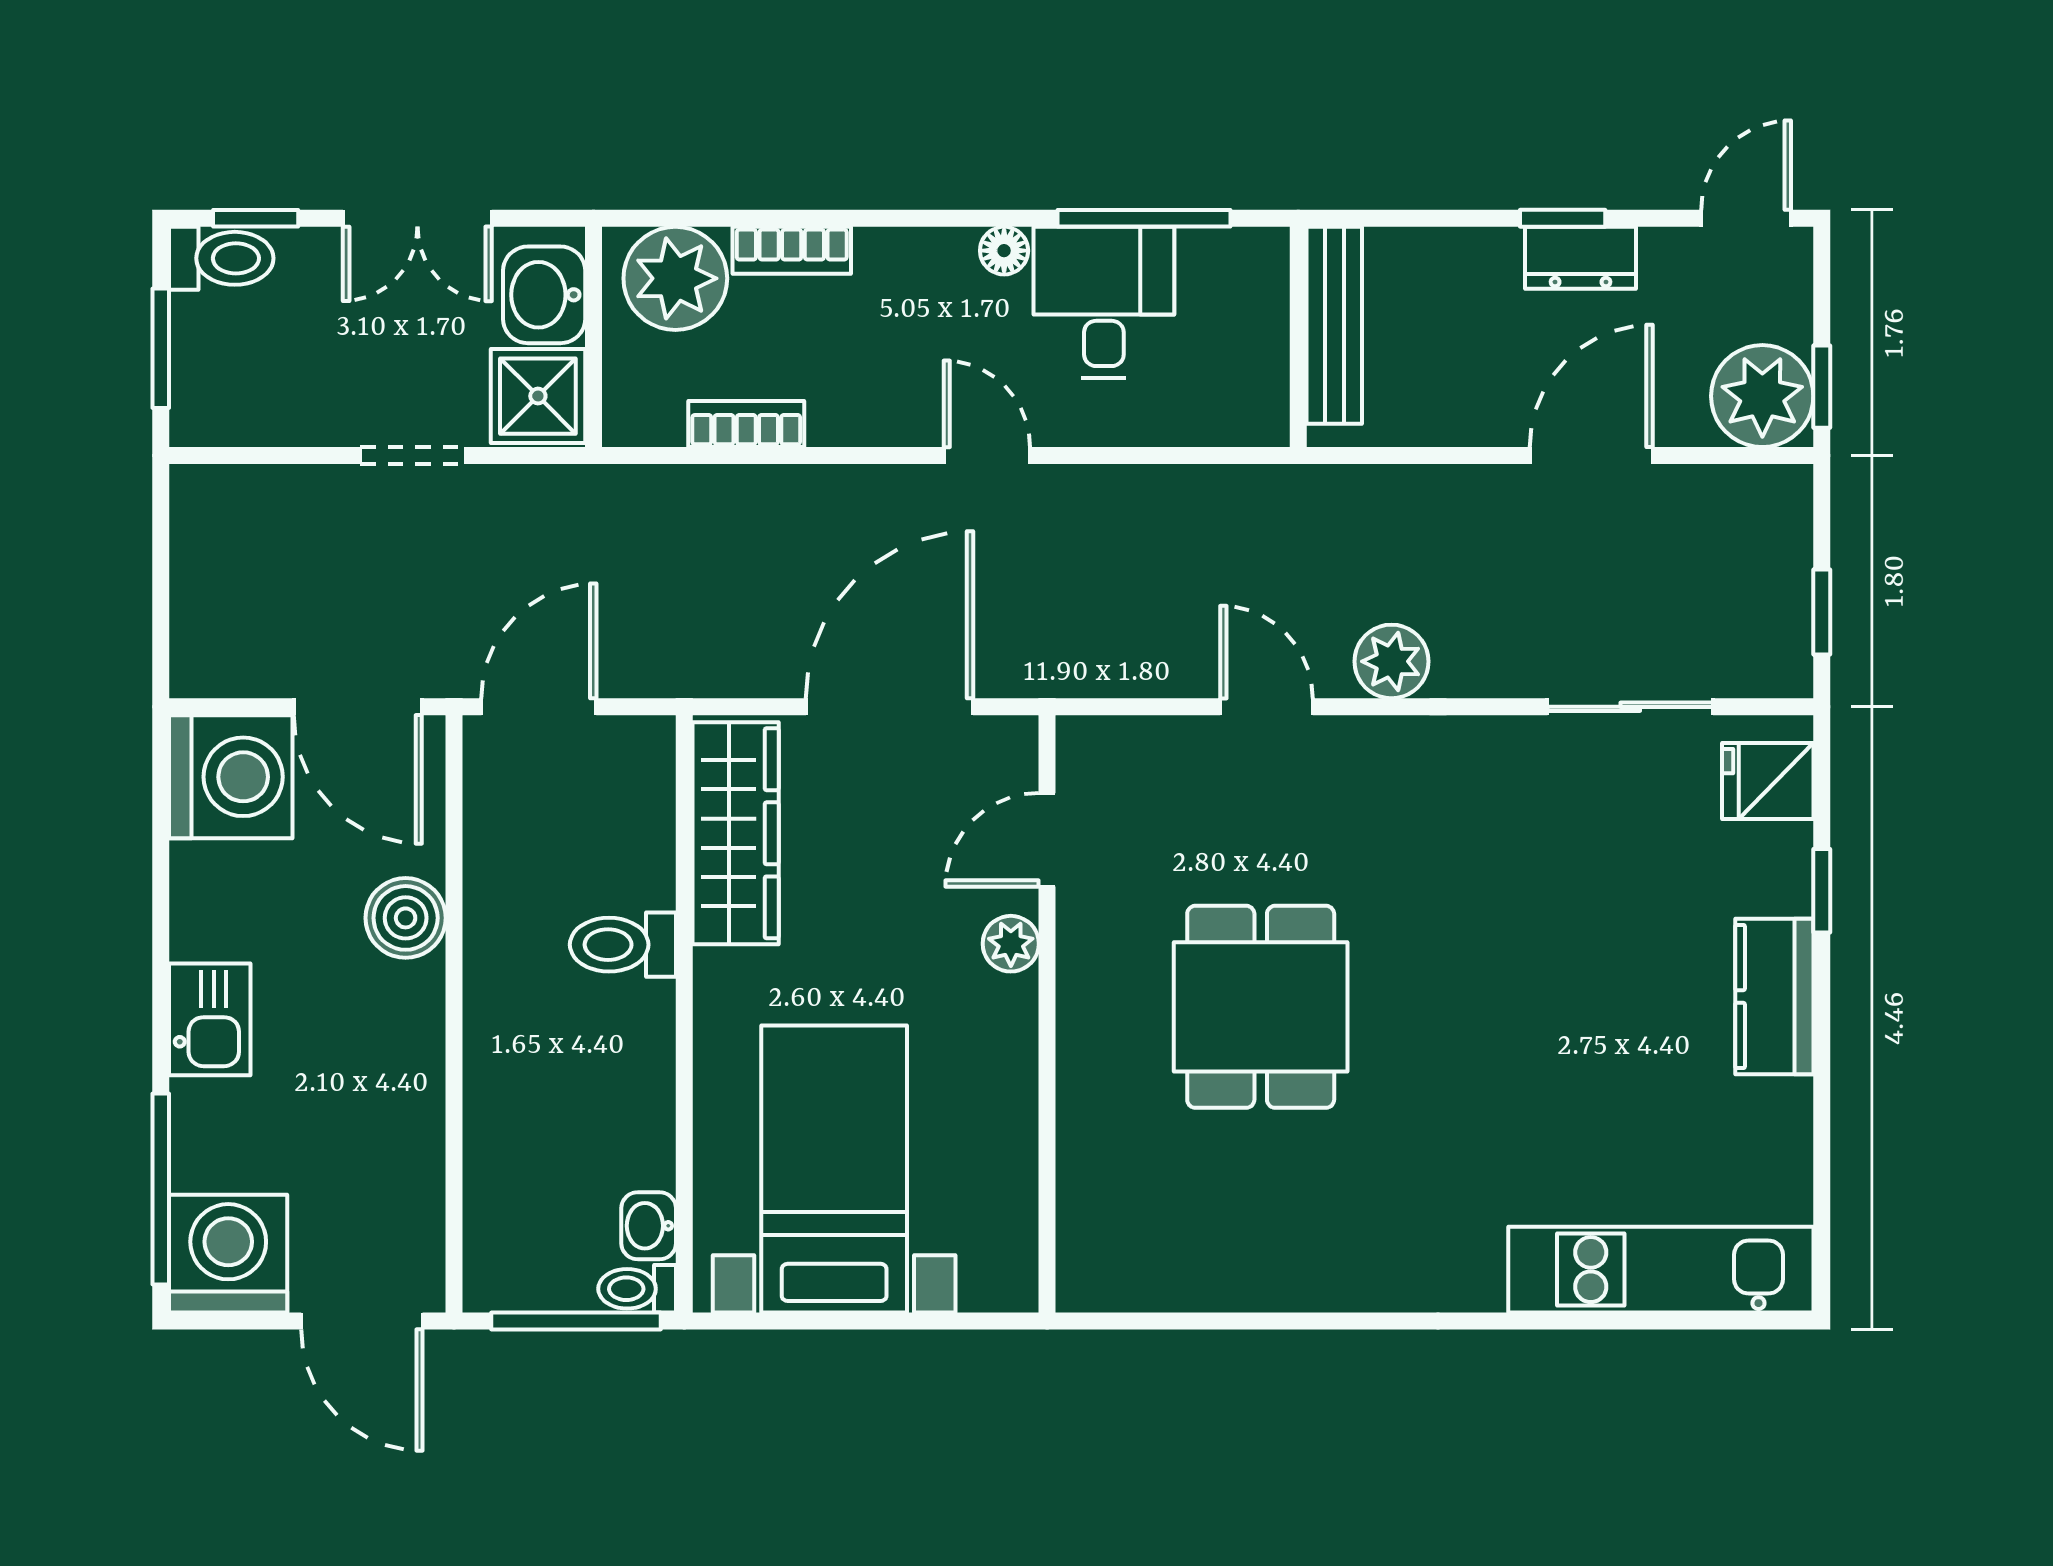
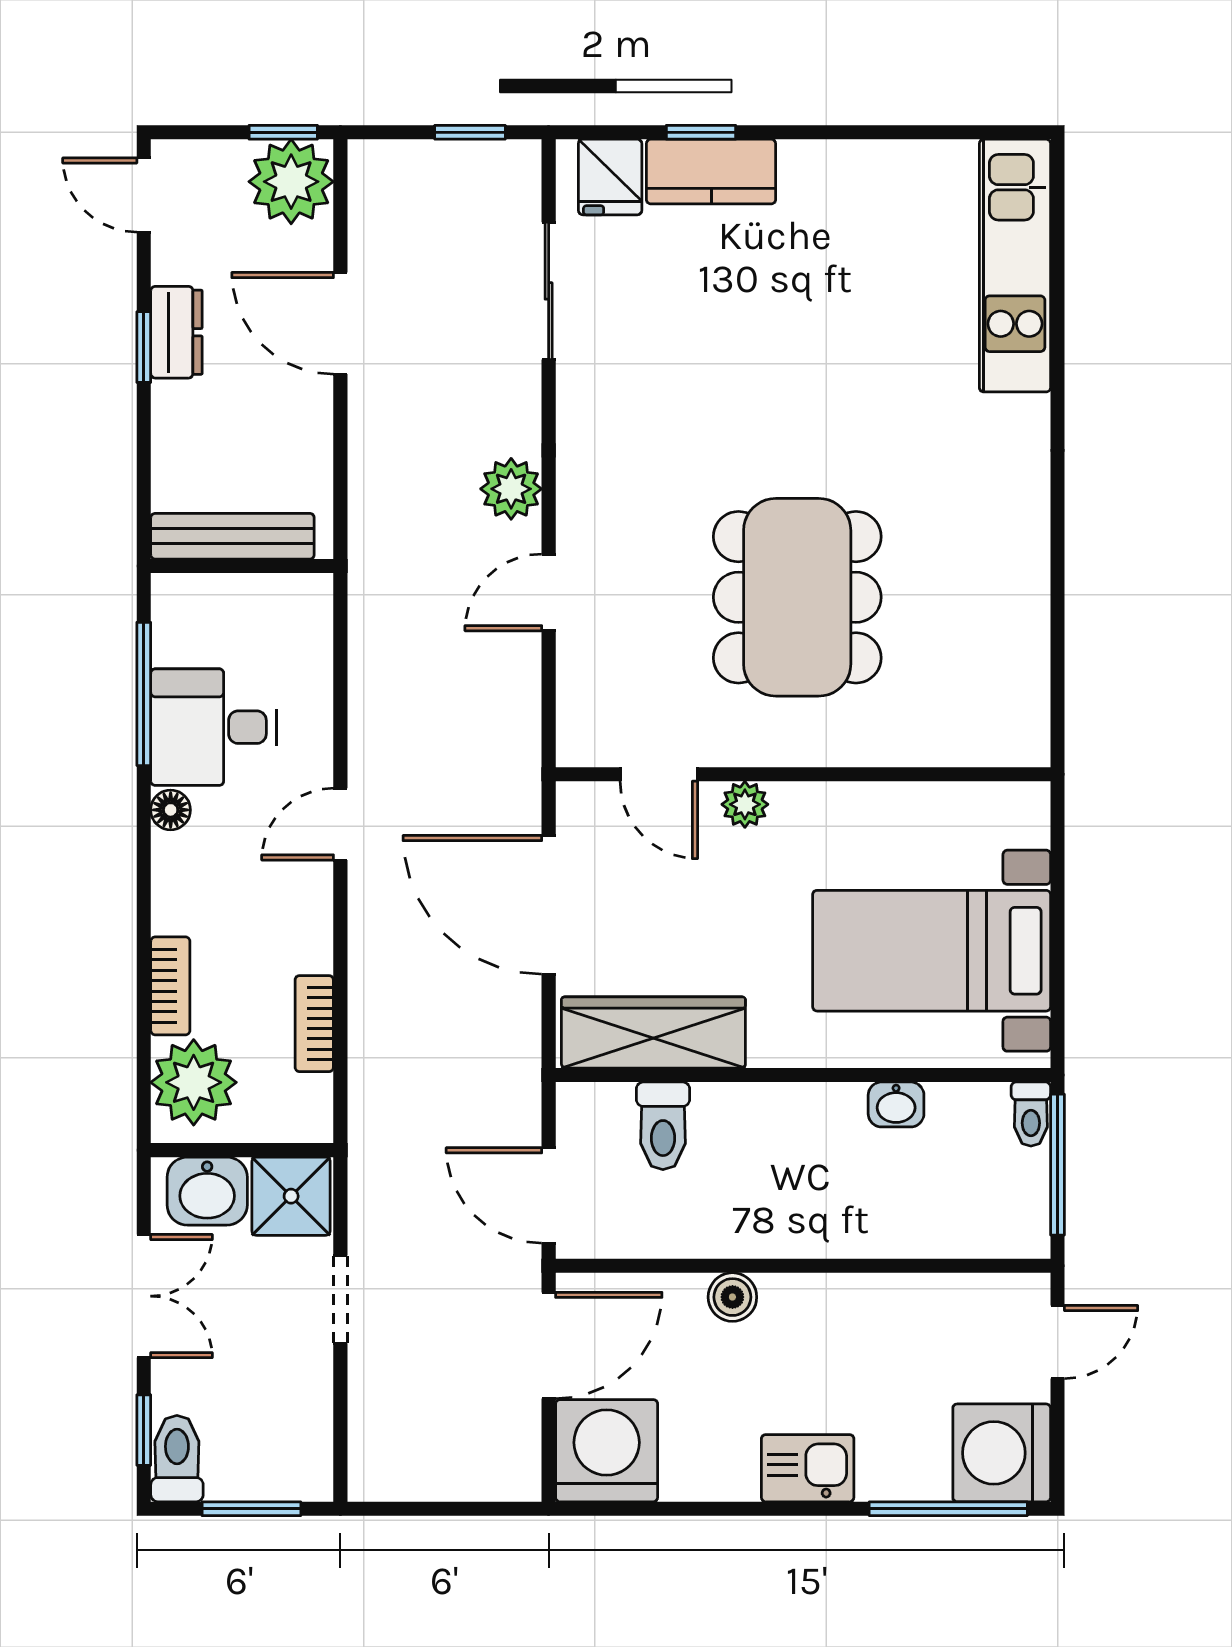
boiler: (406, 918) -> (732, 1297), width x0.73, depth x0.73
toilet: (623, 945) -> (663, 1126), moved
kitchen counter: (1774, 996) -> (711, 172), moved
dining table: (1261, 1007) -> (797, 597), width x1.38
washbasin: (649, 1226) -> (896, 1104), moved
door: (362, 1321) -> (1058, 1342), width x0.73

